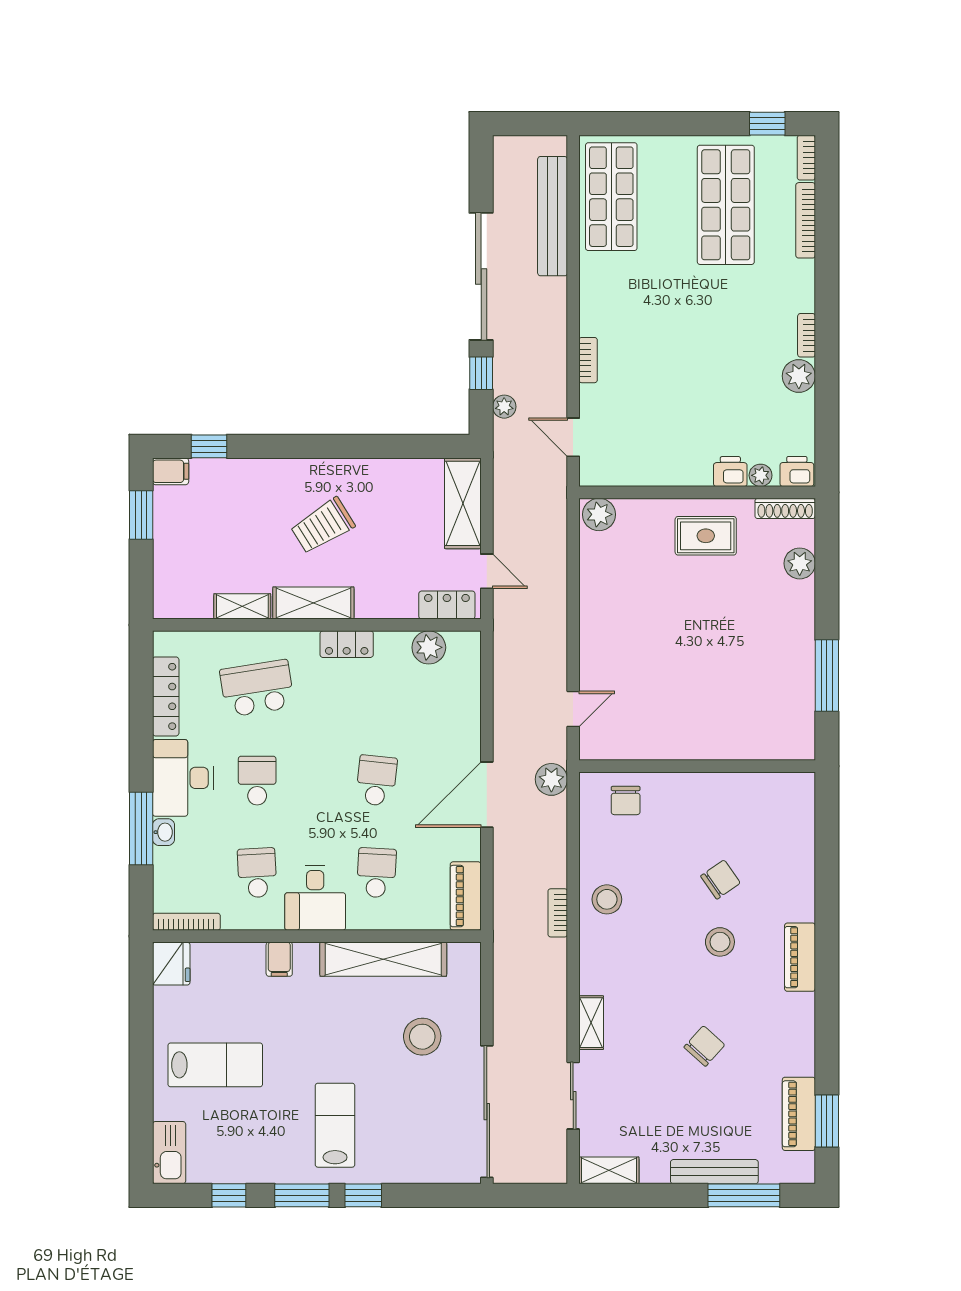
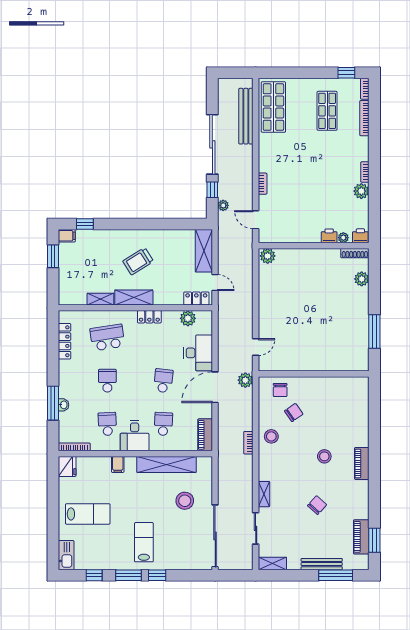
shop shelf: (726, 205) -> (327, 111), width x0.70, depth x0.74
rug: (706, 536) -> (318, 266), removed
desk: (183, 778) -> (198, 353), moved, turned 180
chair: (720, 879) -> (294, 413), moved

